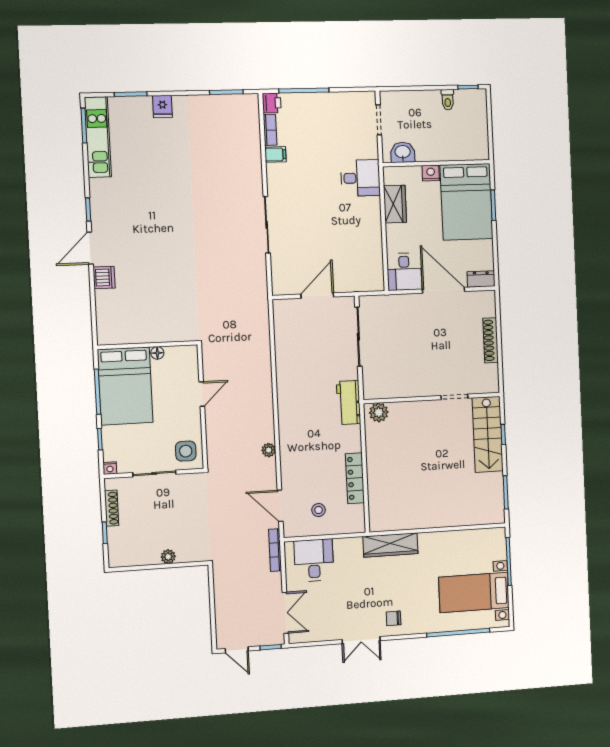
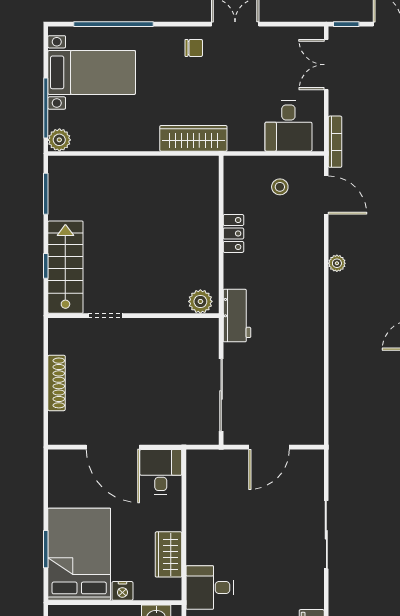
dresser: (481, 279) -> (65, 459), removed
locker: (355, 478) -> (233, 233), width x0.66
plant: (497, 536) -> (59, 140), added

